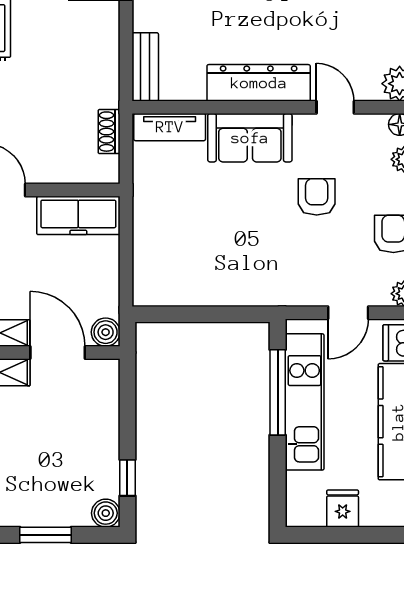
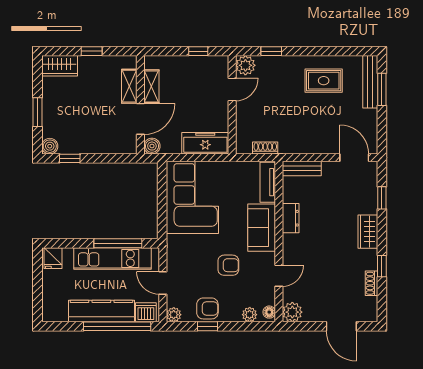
dresser: (259, 83) -> (291, 218), width x0.51, depth x0.80
freezer: (78, 215) -> (205, 143), moved, turned 90
corner sofa: (196, 261) -> (192, 197), added
fridge: (343, 508) -> (53, 258), moved, turned 90

